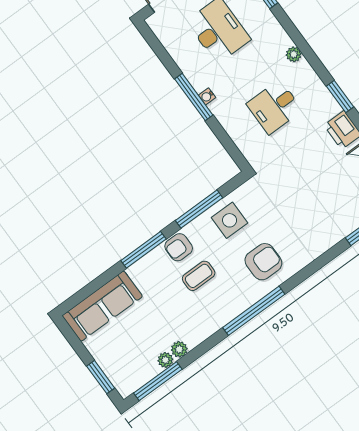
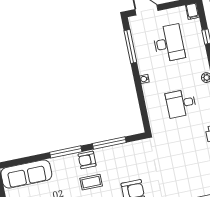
window: (194, 97) -> (130, 46), moved
side table: (230, 220) -> (124, 158), removed

